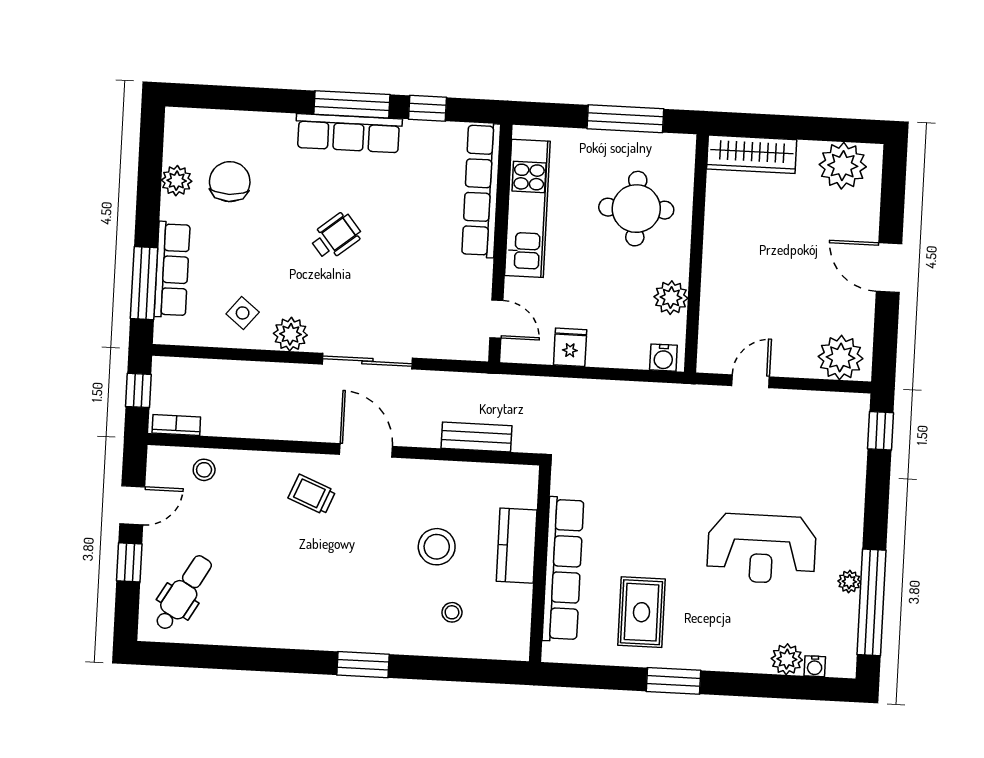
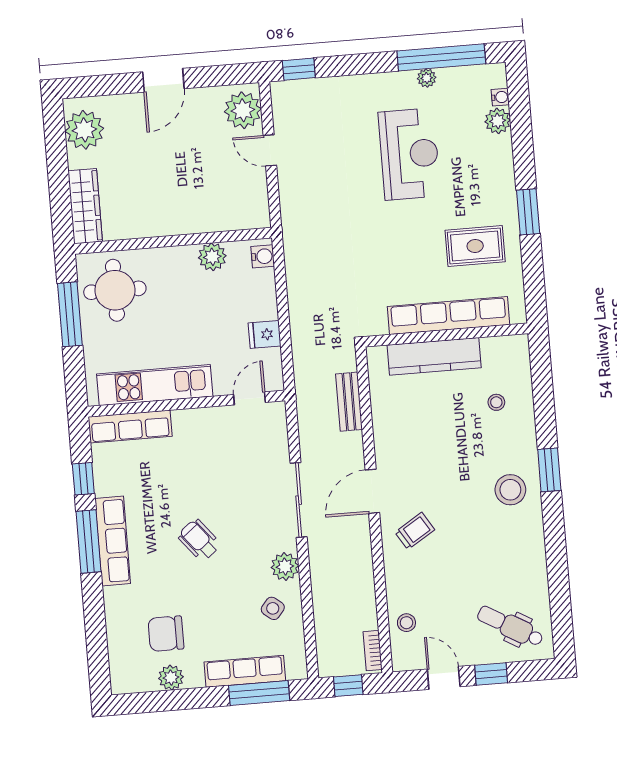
row of seats: (481, 190) -> (130, 426), width x0.73
round table: (636, 209) -> (115, 290), moved
door: (751, 381) -> (270, 150), moved
trolley: (312, 495) -> (415, 531), turned -144
kitchen counter: (517, 546) -> (434, 356), width x1.50
stool: (437, 547) -> (510, 490), moved

